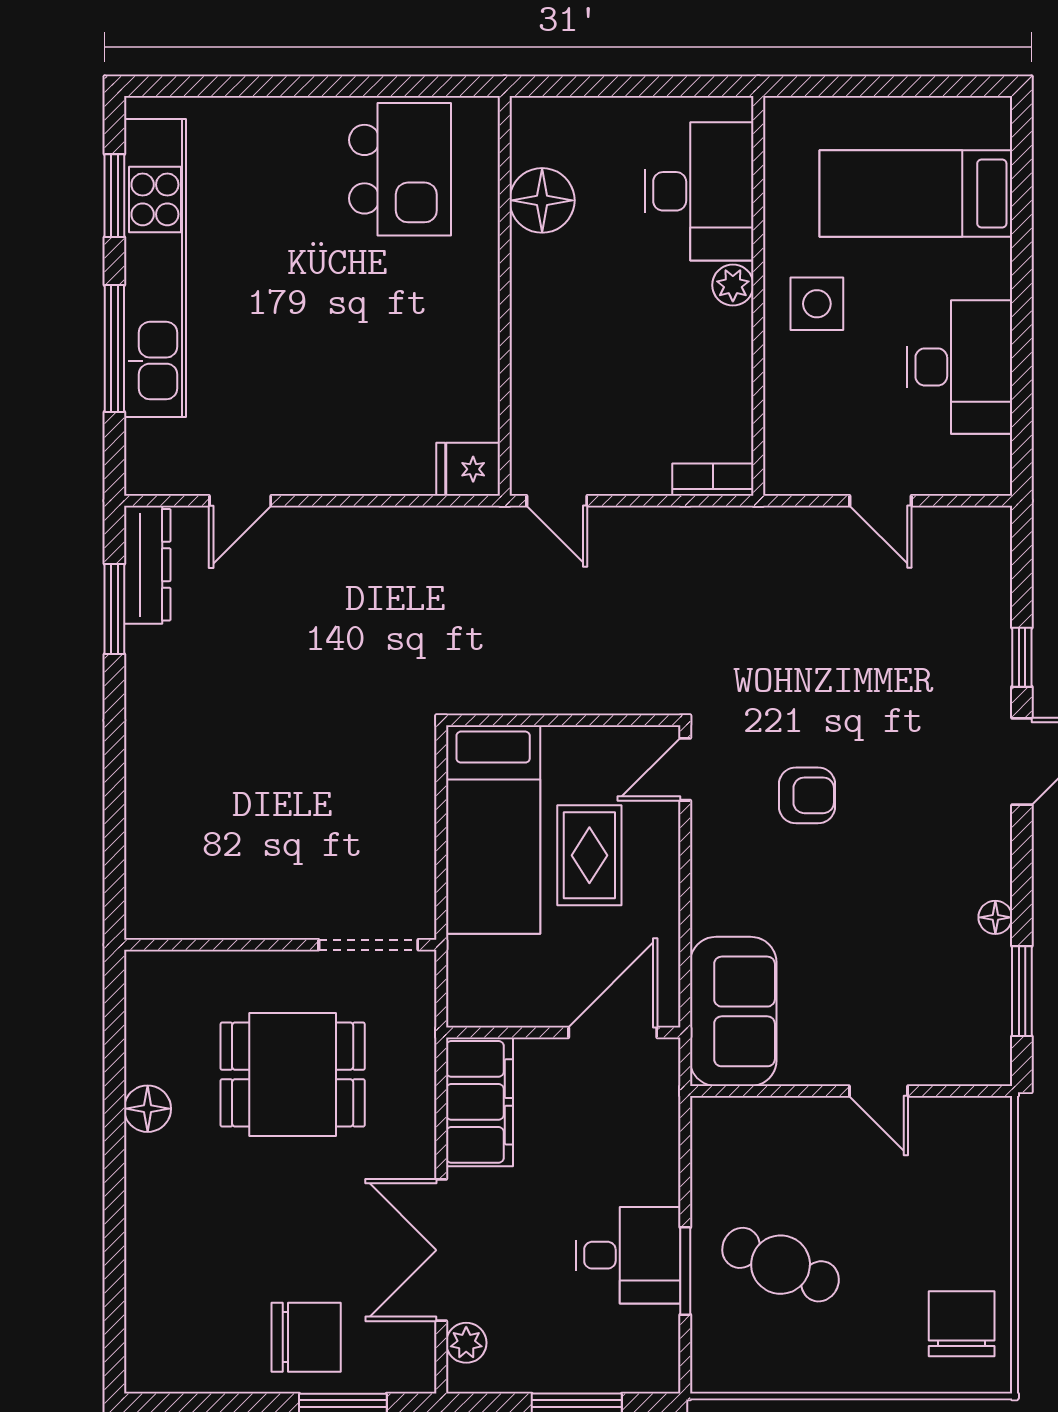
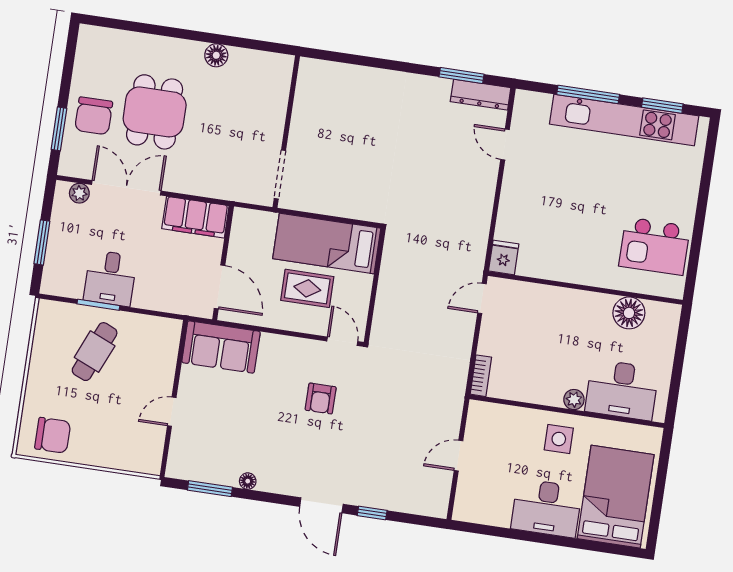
bed: (916, 194) -> (616, 497), width x1.50
desk: (960, 367) -> (547, 508), moved
dining table: (293, 1075) -> (155, 112), moved

